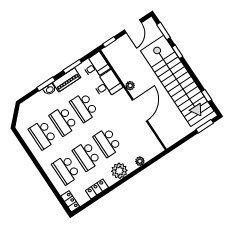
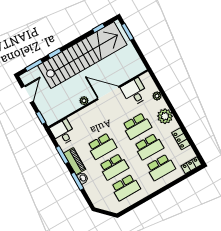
door: (133, 26) -> (27, 94), hinge flipped
desk: (107, 85) -> (135, 92), moved

